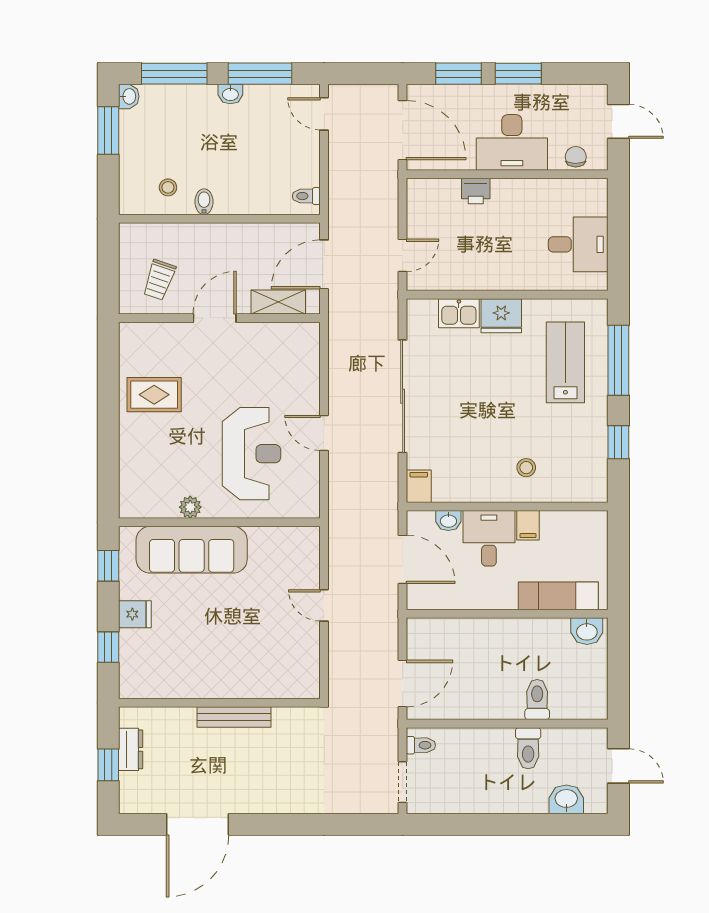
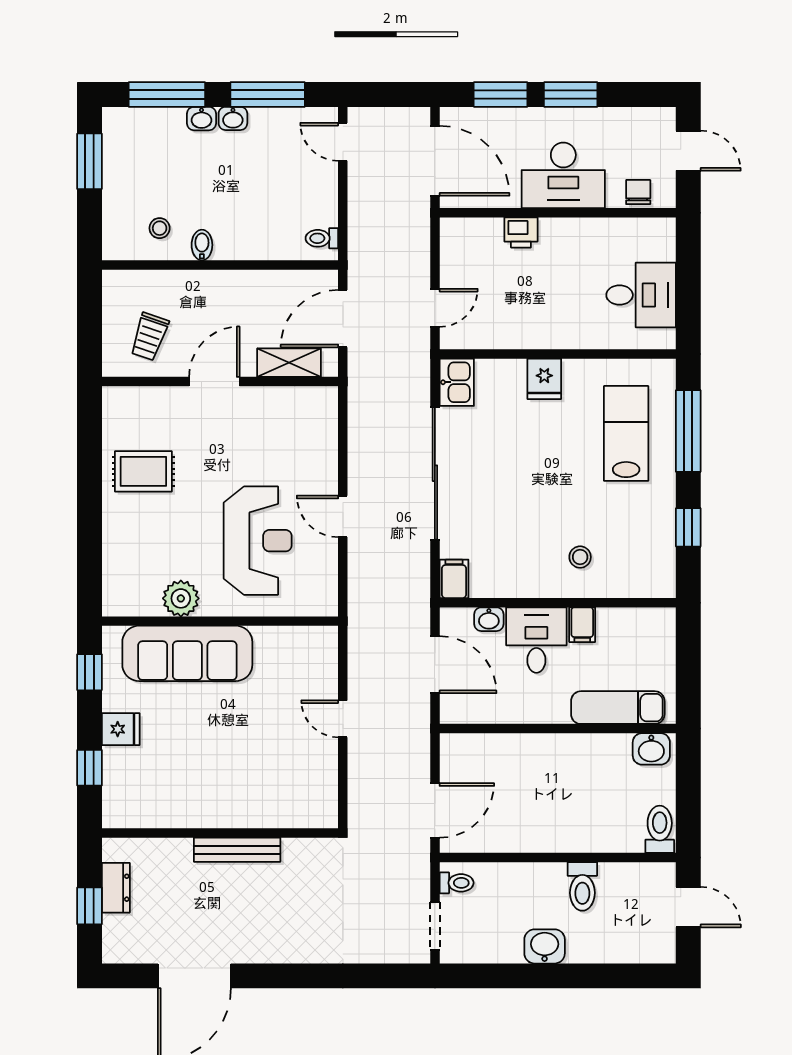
washbasin: (129, 96) -> (201, 119), moved, turned 90
kitchen sink: (459, 313) -> (457, 382), moved, turned -90
fridge: (501, 316) -> (544, 379), width x0.72
plant: (190, 507) -> (181, 598), width x1.38, depth x1.38
toilet: (537, 700) -> (660, 829), moved
washbasin: (566, 799) -> (545, 946), moved

